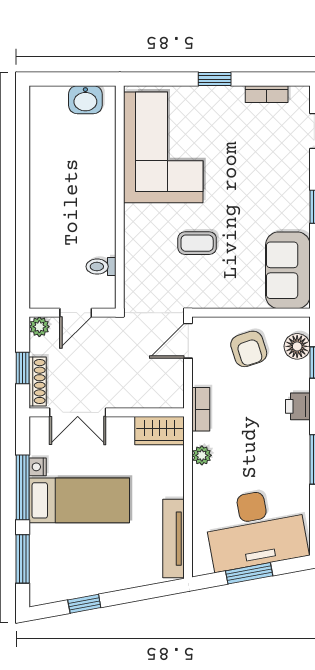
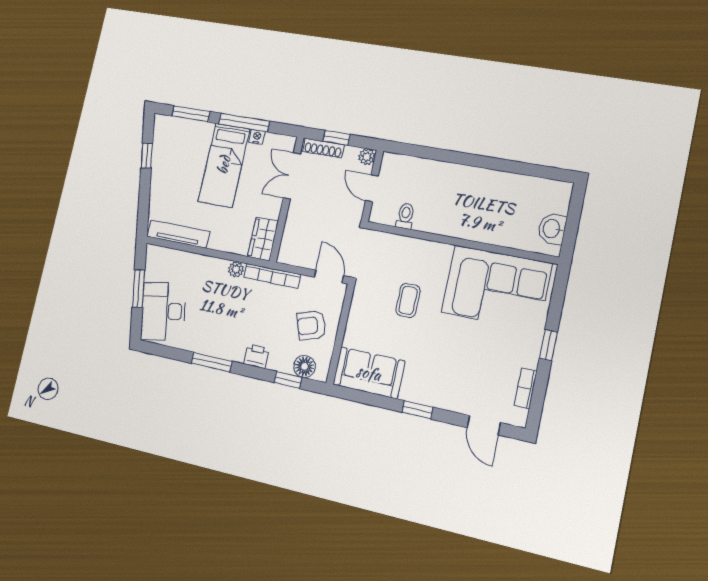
bookcase: (201, 409) -> (272, 276), width x1.56
desk: (256, 529) -> (163, 311), width x0.73, depth x0.77

